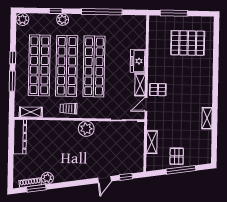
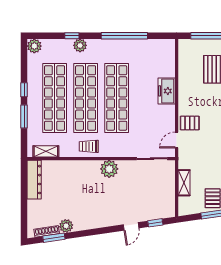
shelving: (140, 85) -> (169, 118), removed

